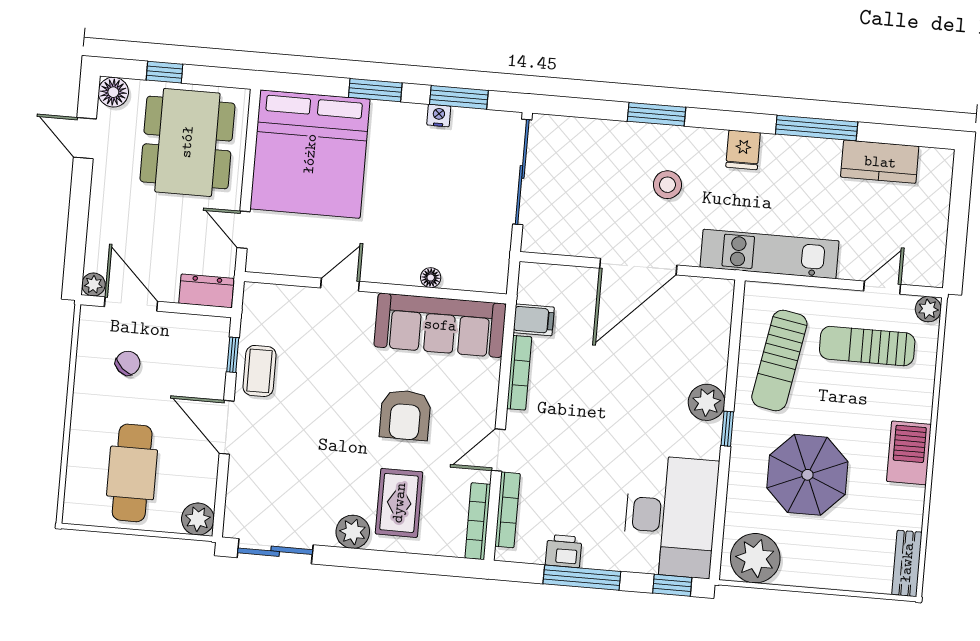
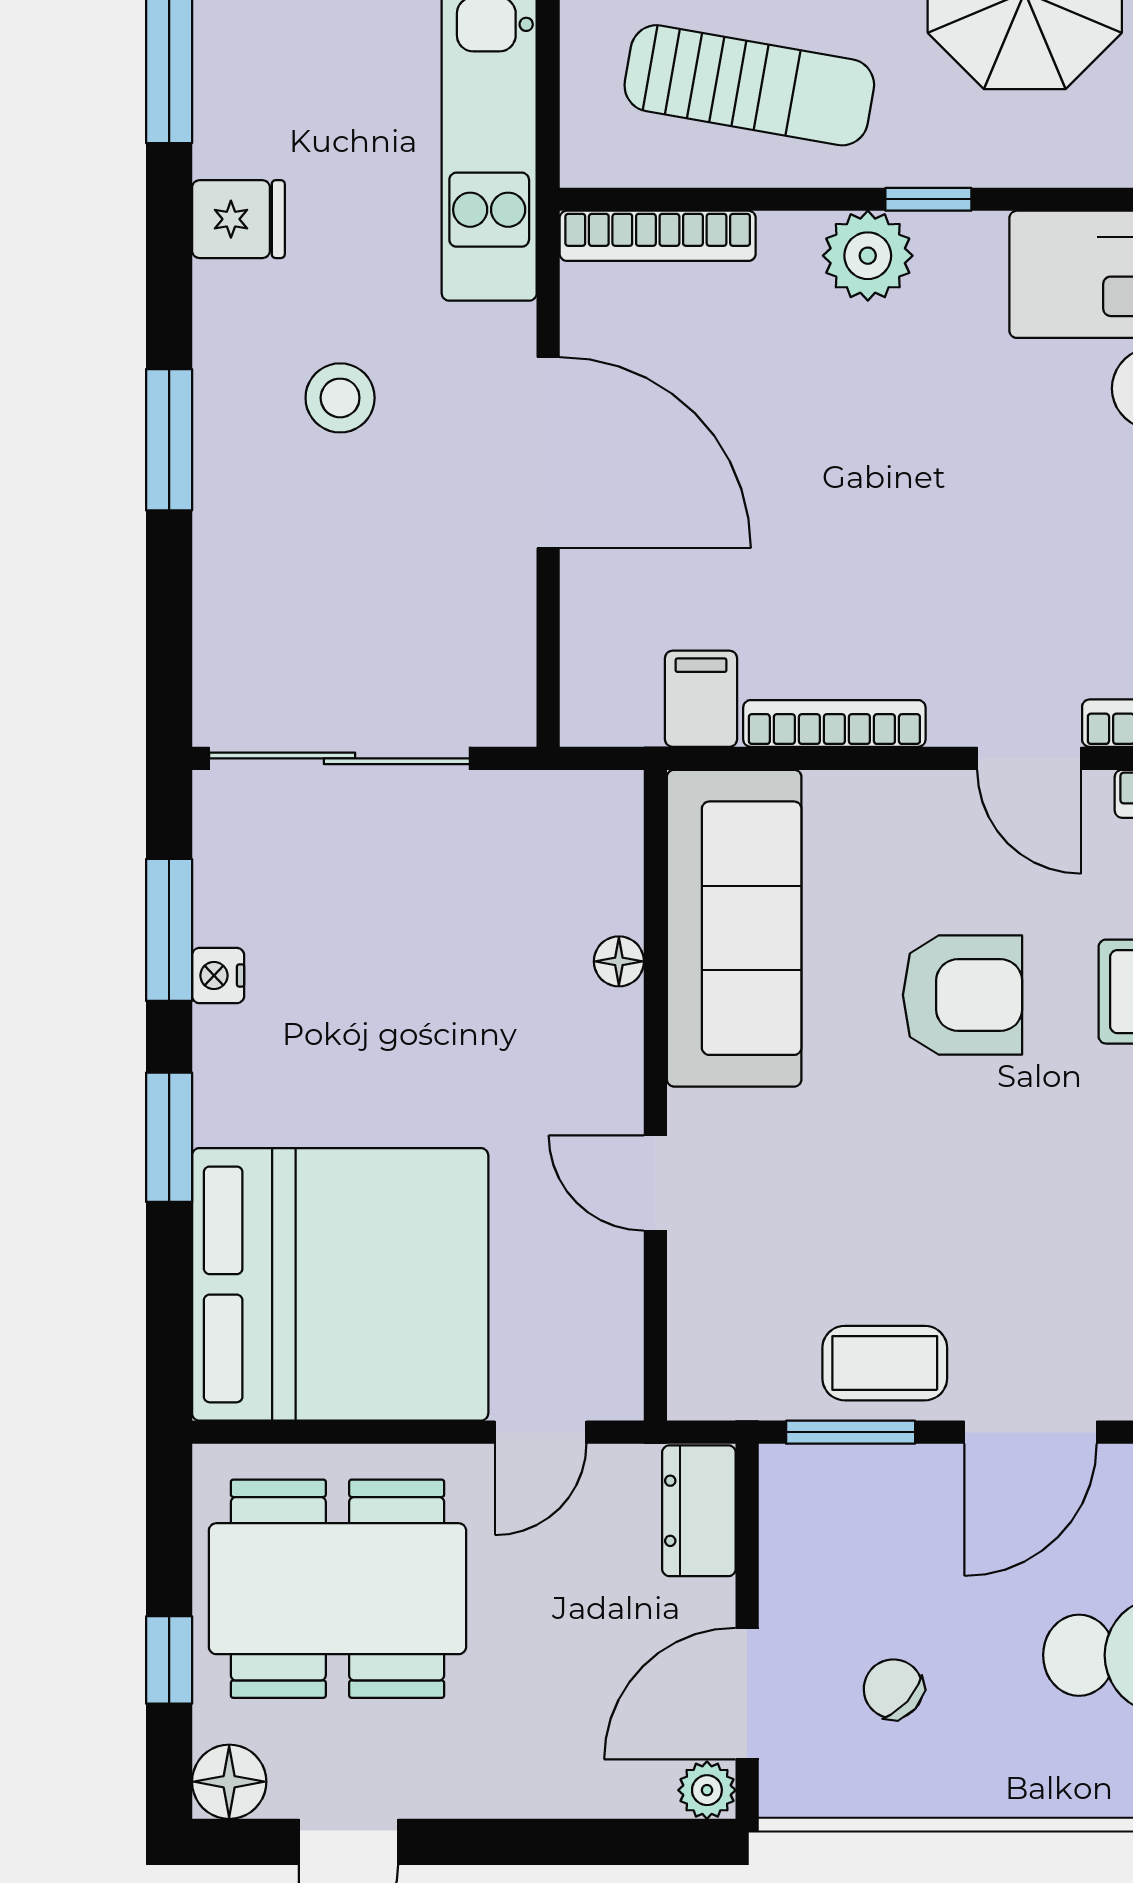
bookcase: (722, 318) -> (658, 236), added
window: (233, 355) -> (851, 1432), width x1.50

